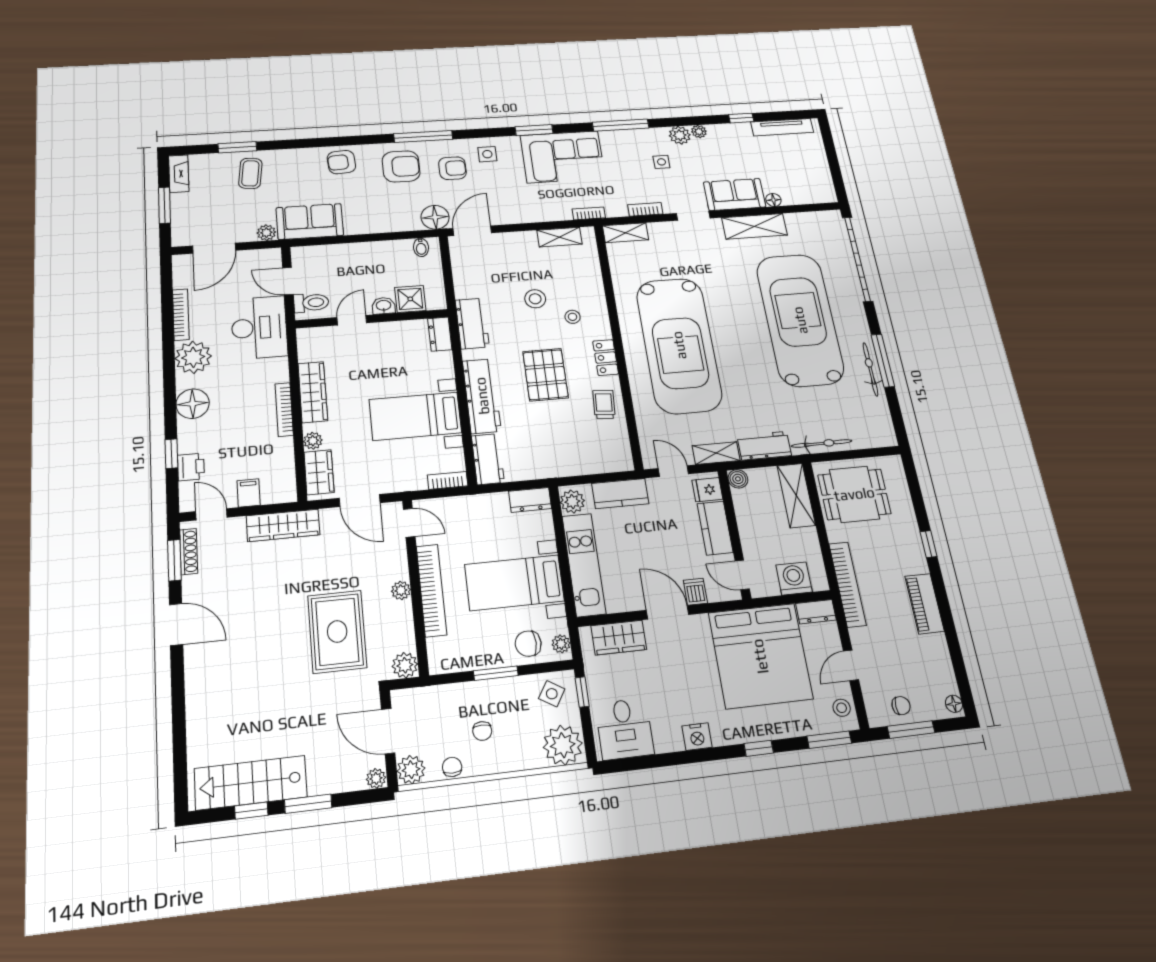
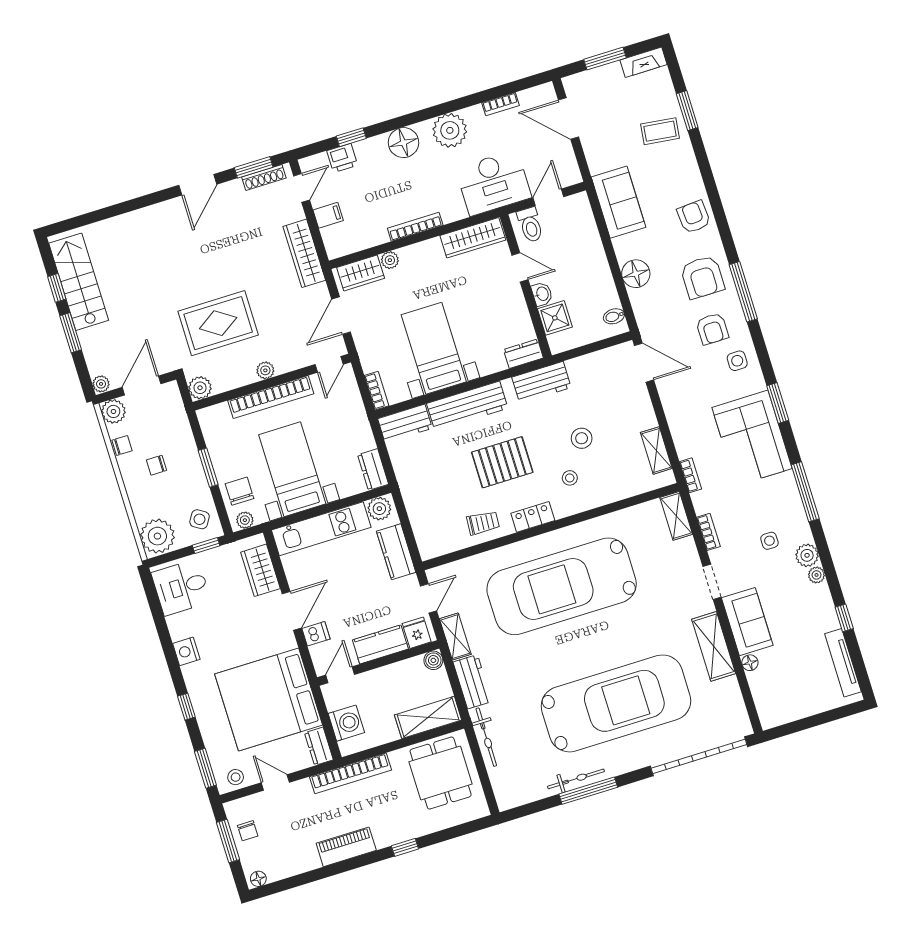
floor lamp: (435, 217) -> (636, 274), moved
plant: (266, 233) -> (597, 164), removed
bookcase: (181, 315) -> (501, 104), width x0.64
wardrobe: (313, 392) -> (473, 238), moved

